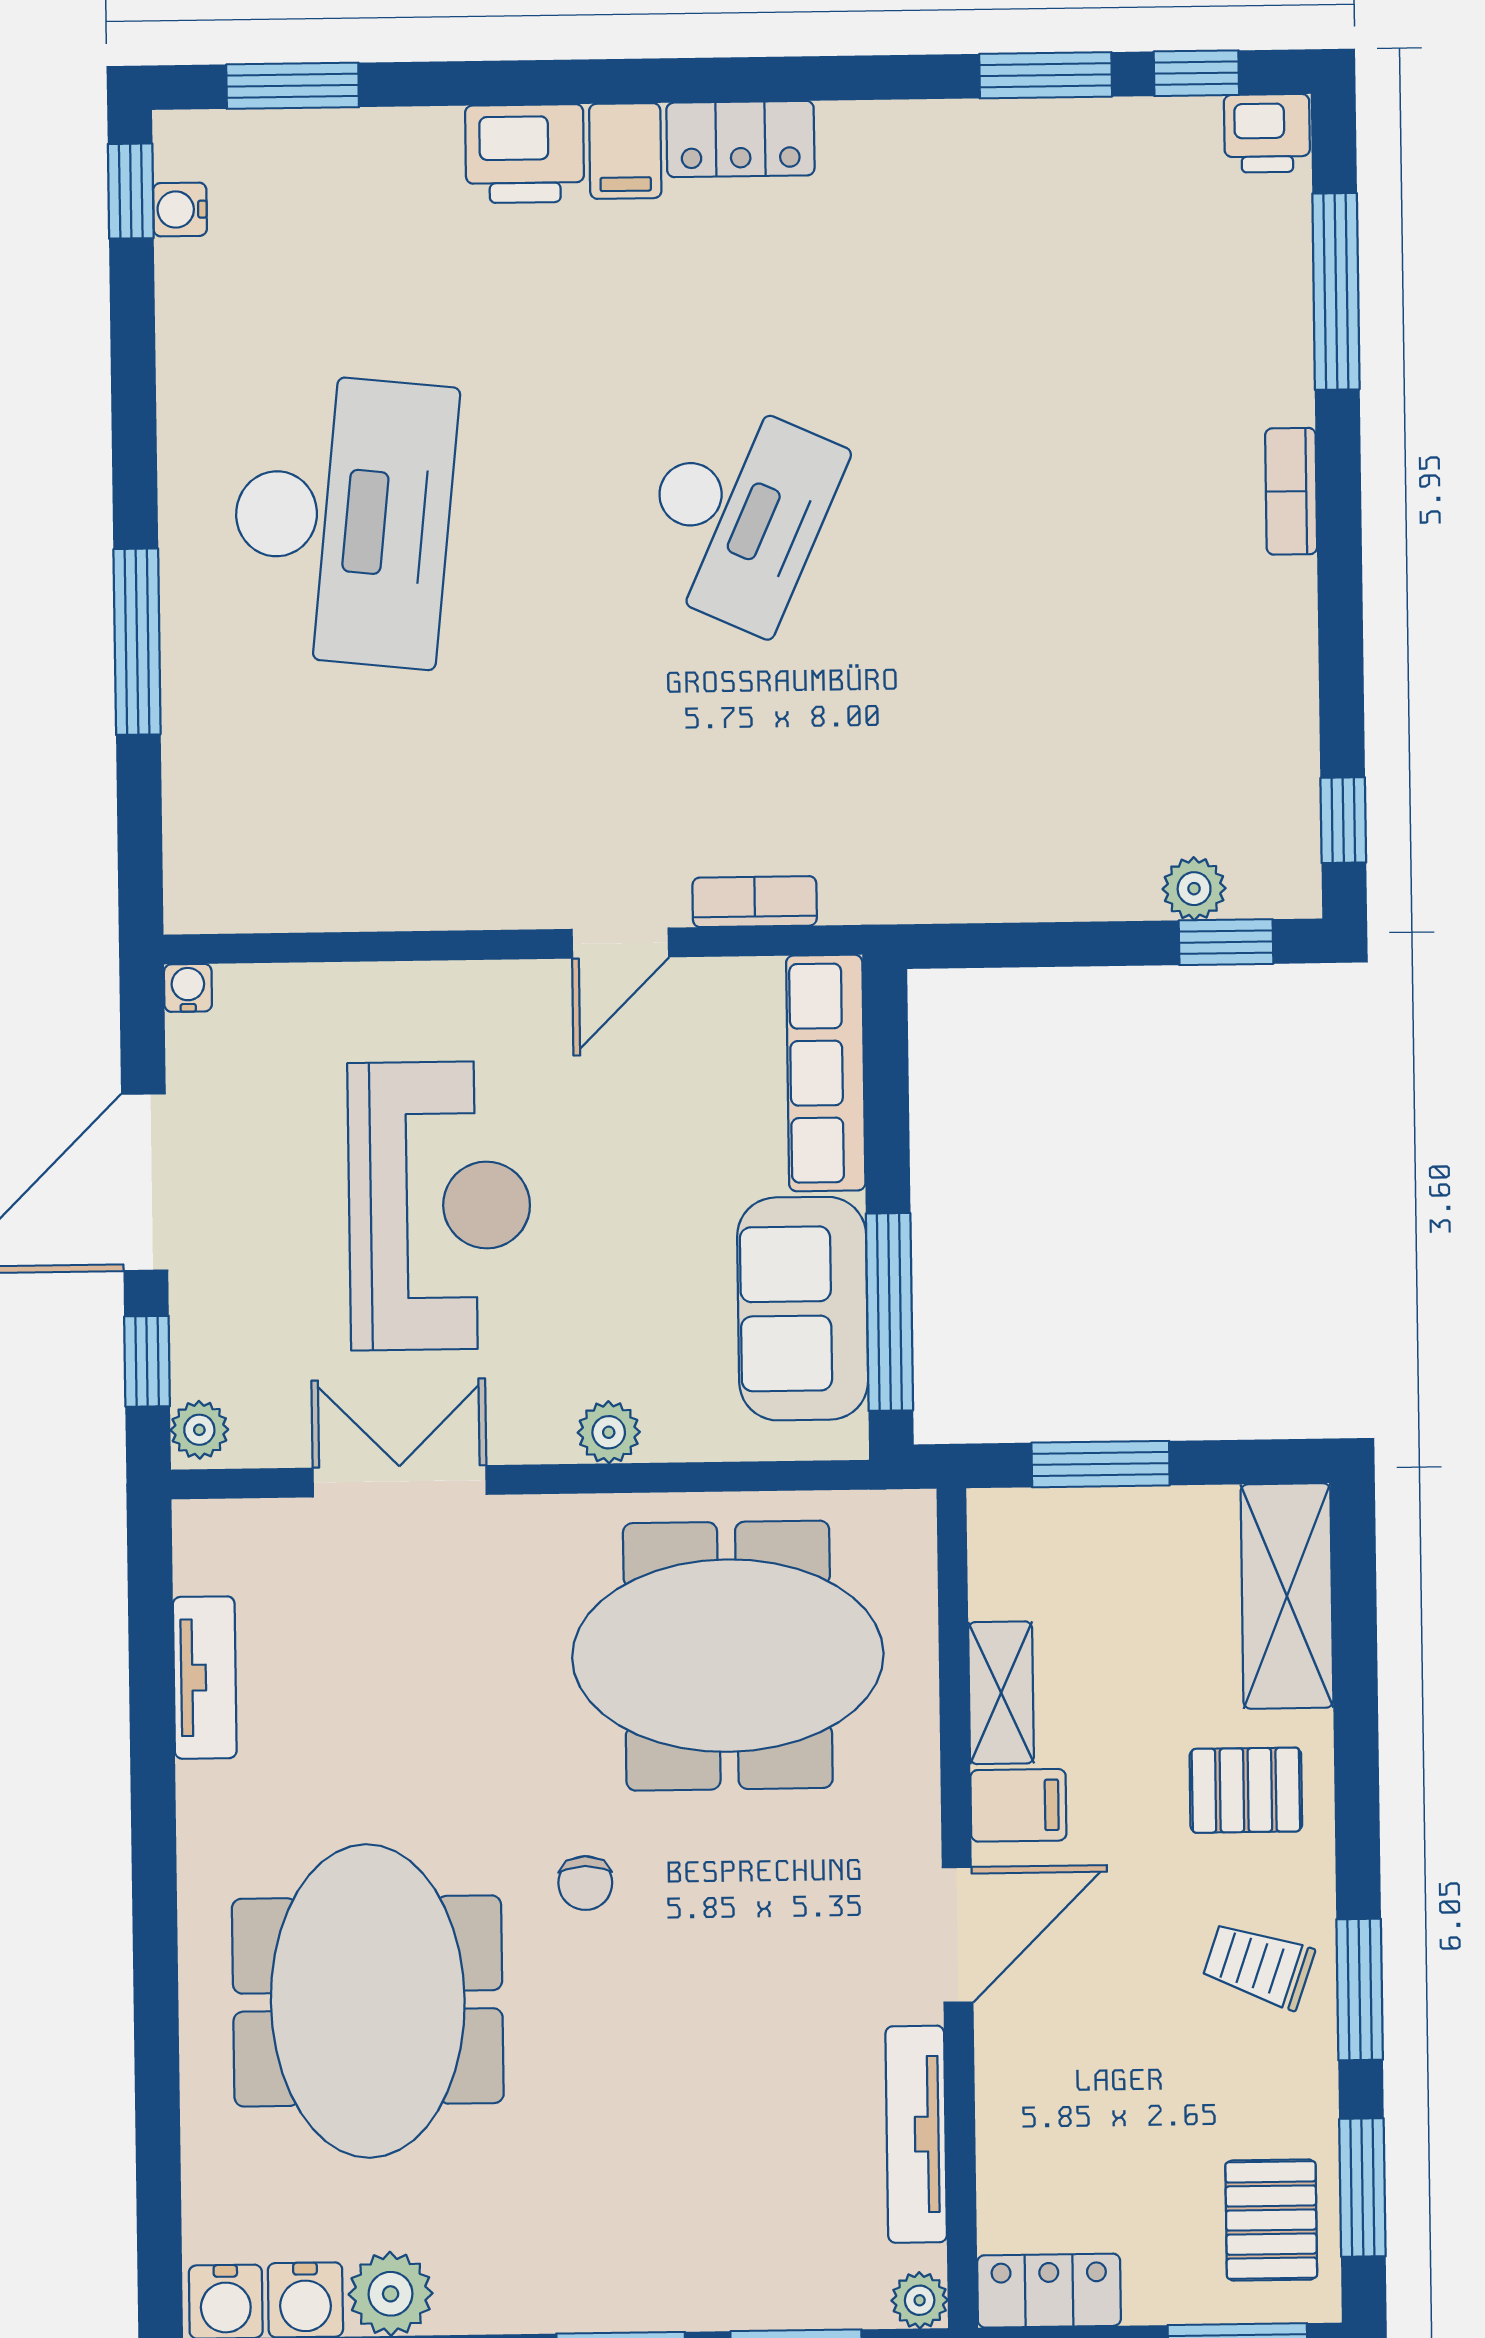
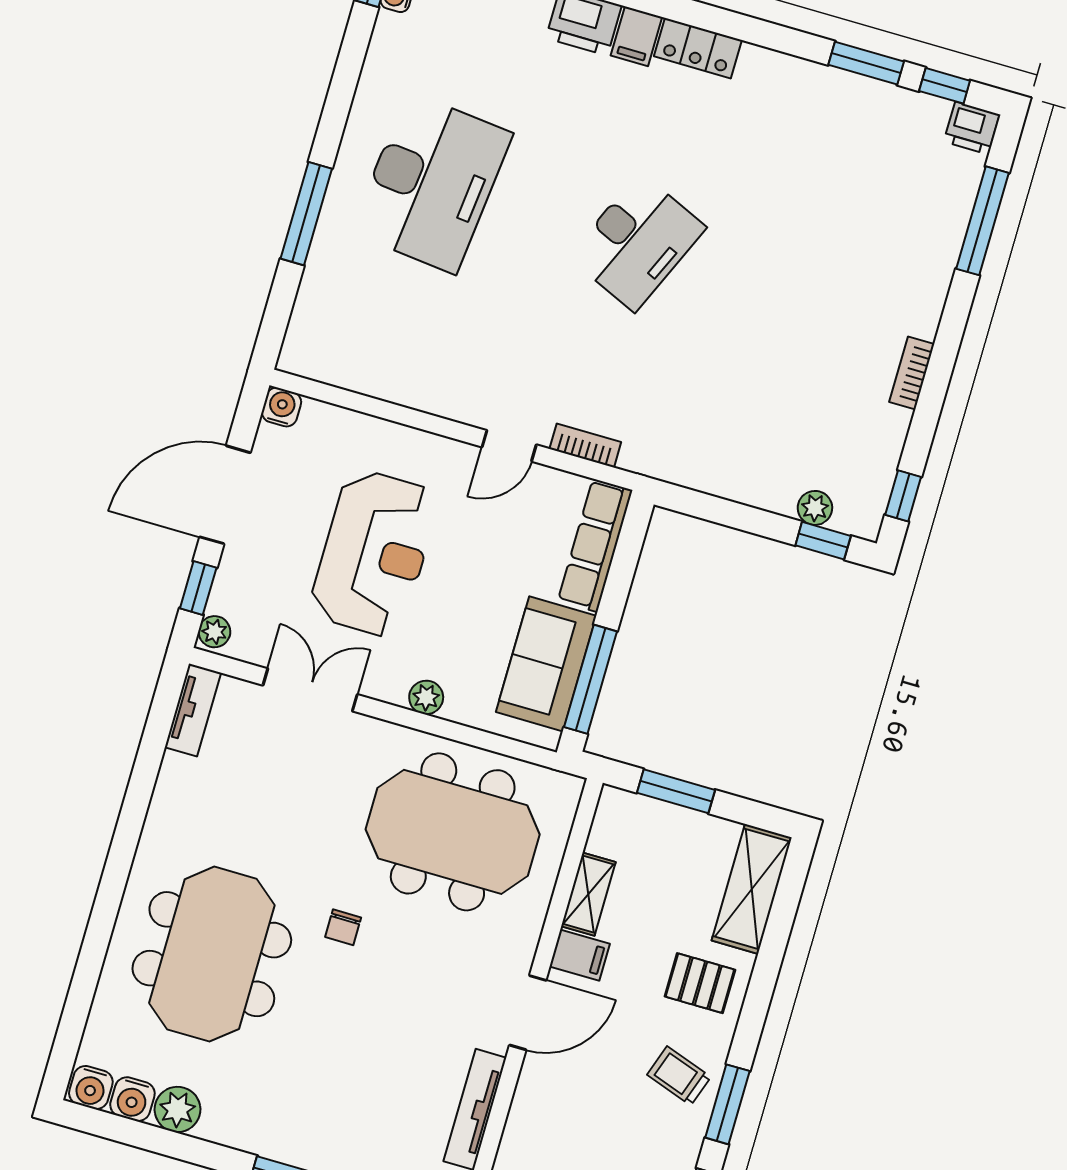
bookcase: (1291, 491) -> (912, 373), moved
water cooler: (188, 988) -> (281, 407), width x1.38, depth x1.38
tv unit: (205, 1678) -> (193, 710), moved

